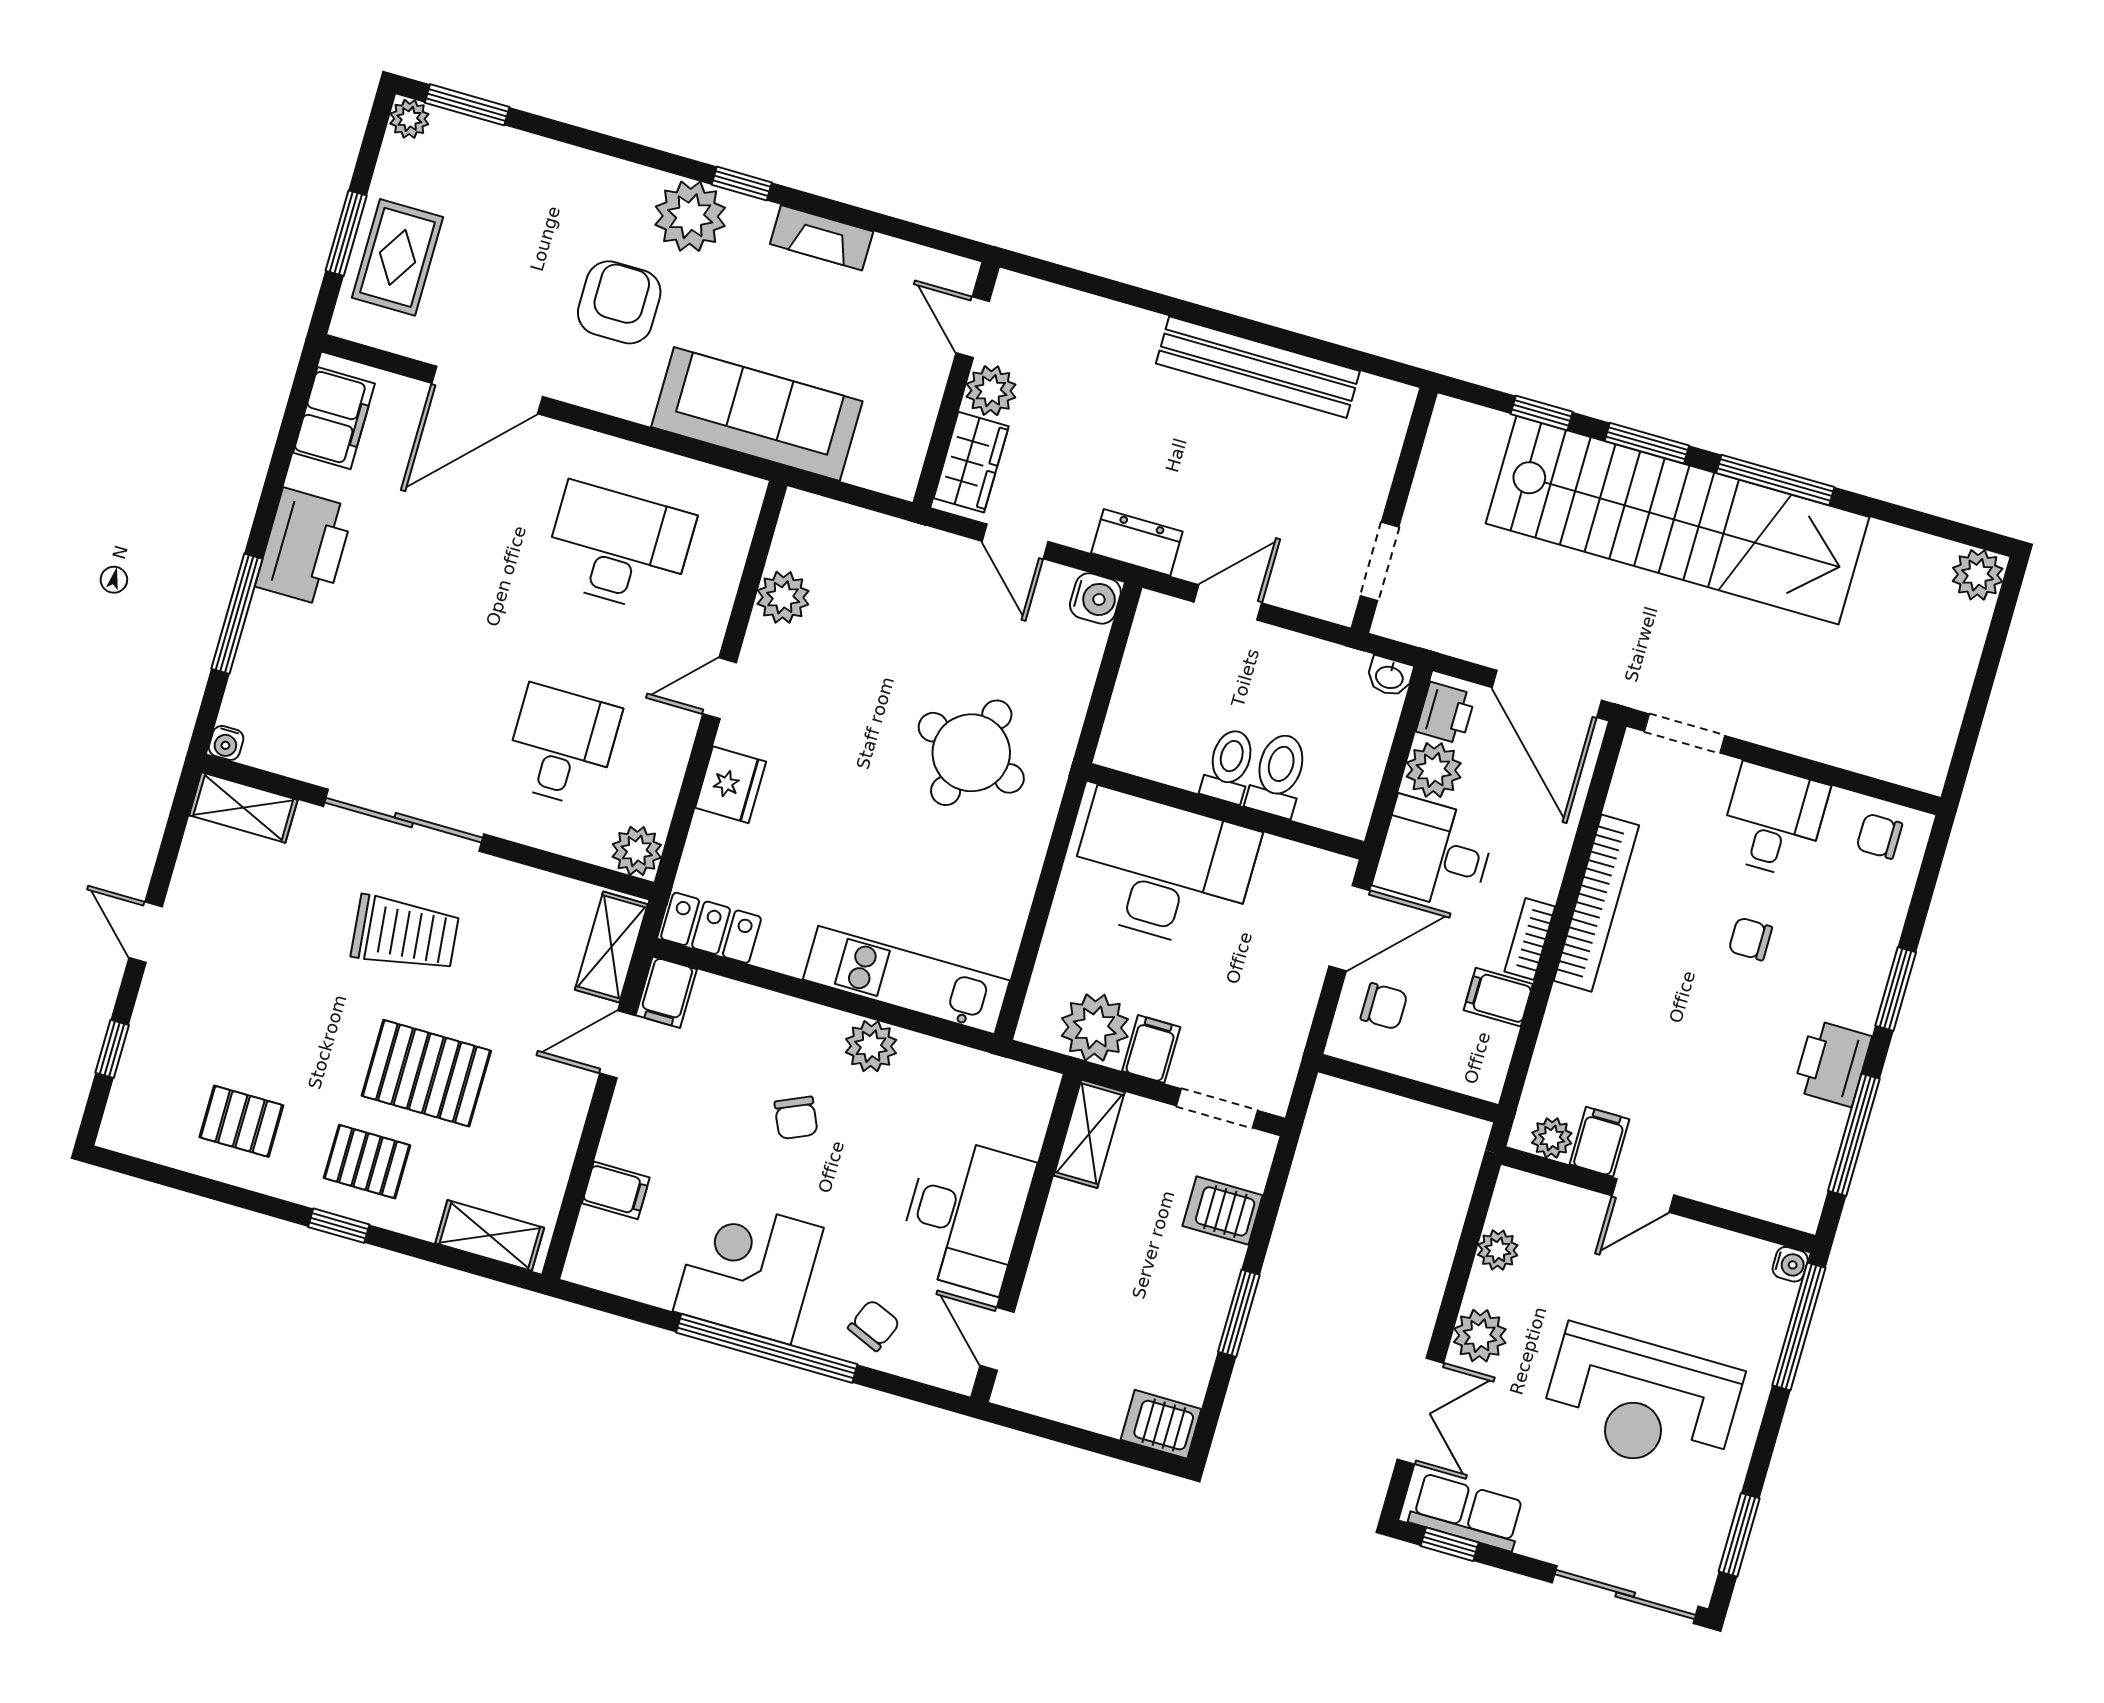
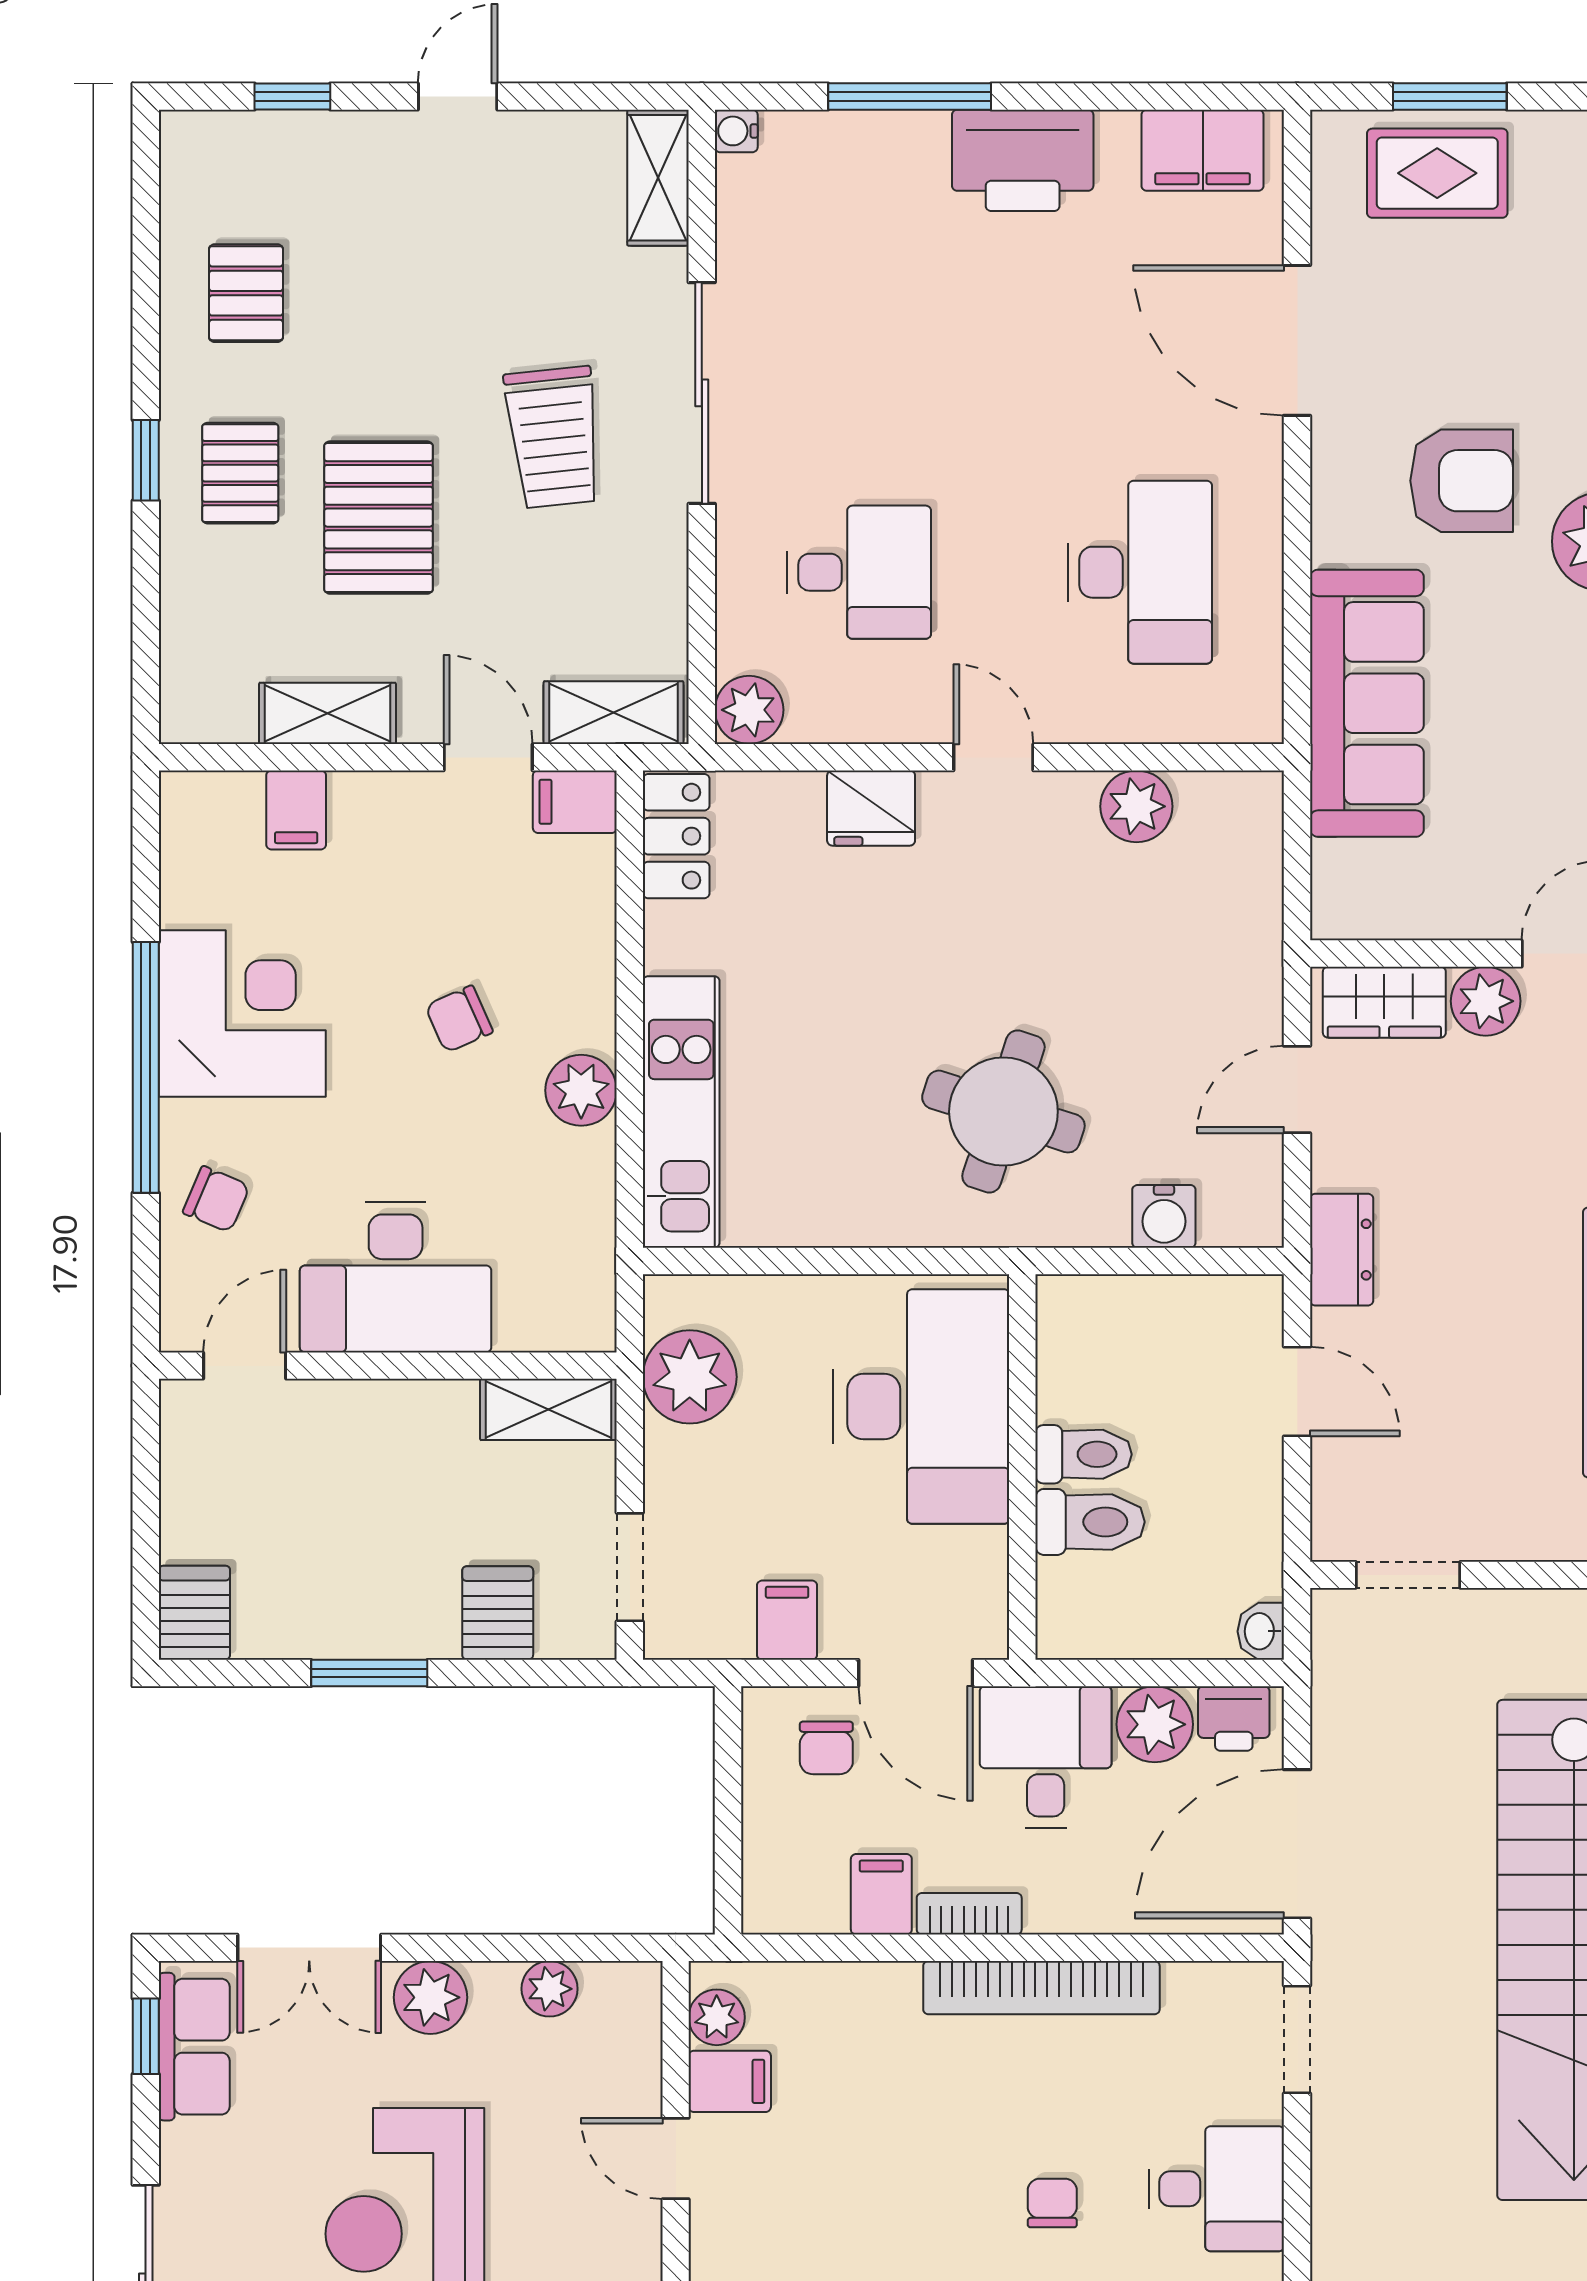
water cooler: (1095, 598) -> (1164, 1216), moved
filing cabinet: (1151, 1049) -> (787, 1620), moved, turned -90
shelving: (490, 1235) -> (327, 713), moved, turned 90

